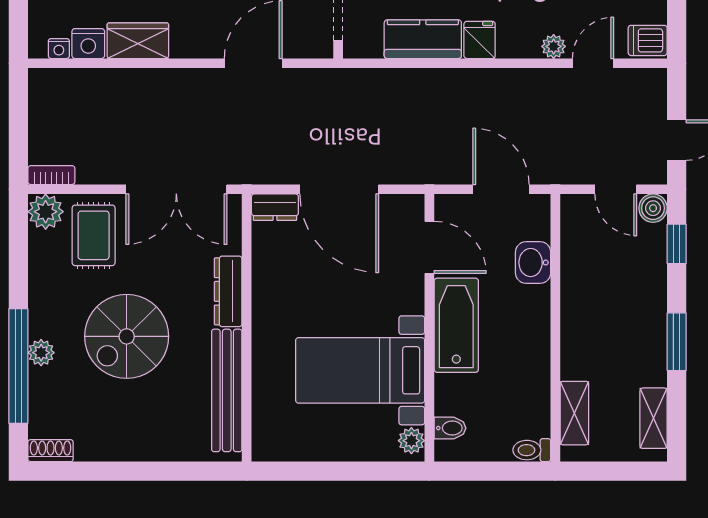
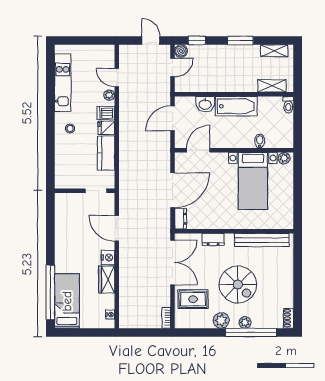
dishwasher: (648, 40) -> (106, 113), moved, turned 90
nightstand: (88, 44) -> (108, 258), moved
plant: (46, 212) -> (221, 320), moved
dresser: (228, 291) -> (213, 239), width x0.70
bathtub: (456, 325) -> (236, 106), moved, turned 180
bidet: (450, 428) -> (260, 141), moved

